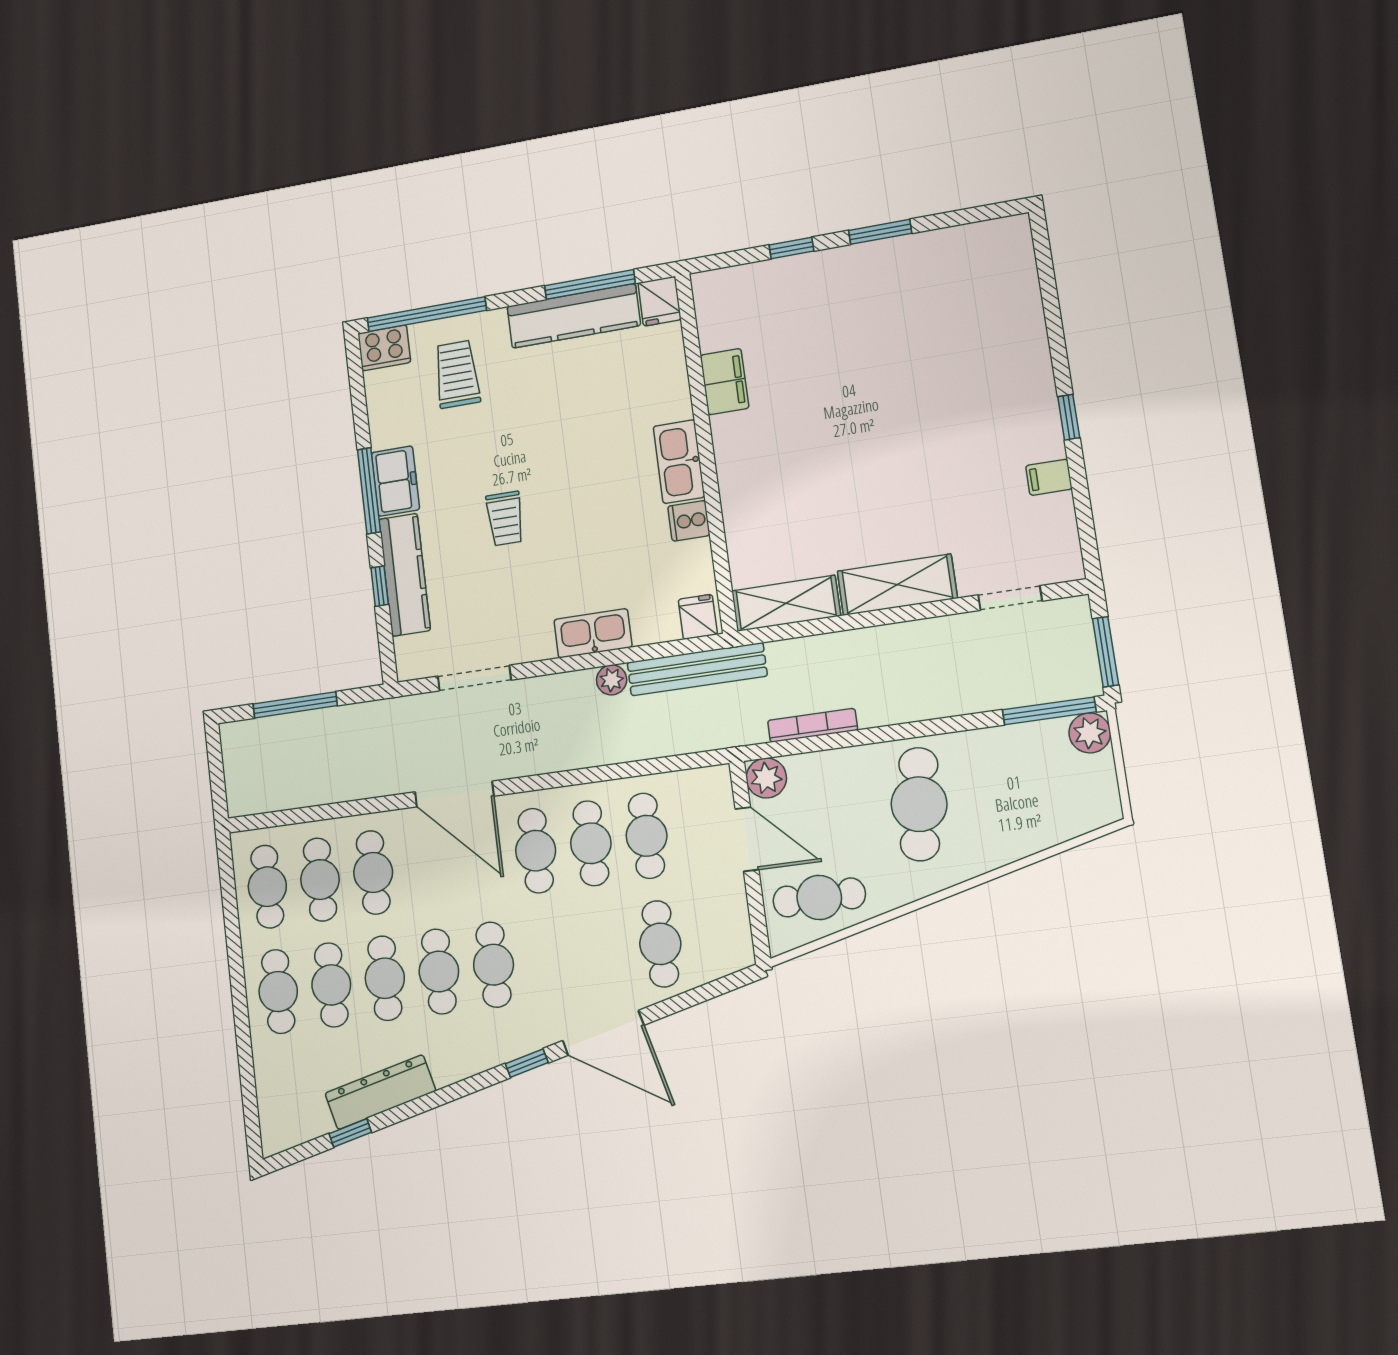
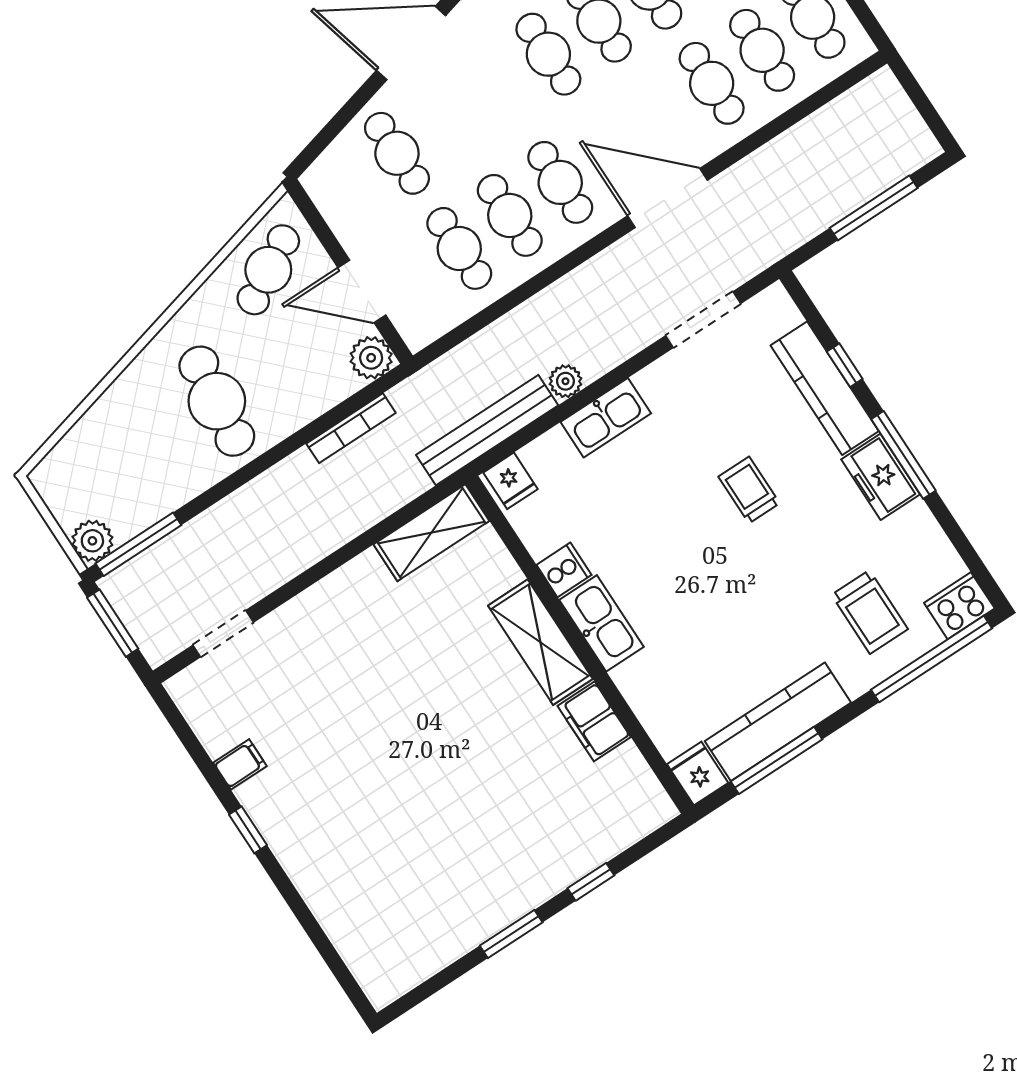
shelving: (897, 585) -> (540, 642), moved, turned 90
cafe table: (819, 897) -> (268, 270), turned -30

